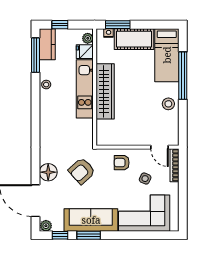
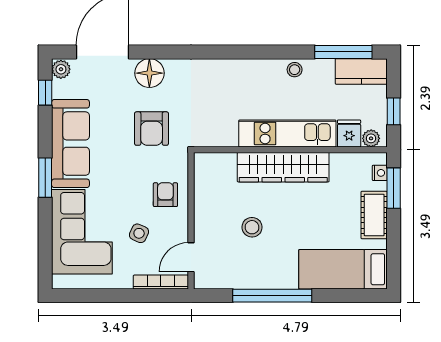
window: (60, 25) -> (394, 111), moved
cot: (134, 39) -> (374, 215), width x0.73, depth x0.75
window: (183, 76) -> (272, 296), moved
stool: (168, 104) -> (252, 227), moved
armchair: (82, 171) -> (152, 129), turned -138
window: (89, 235) -> (45, 178), moved

